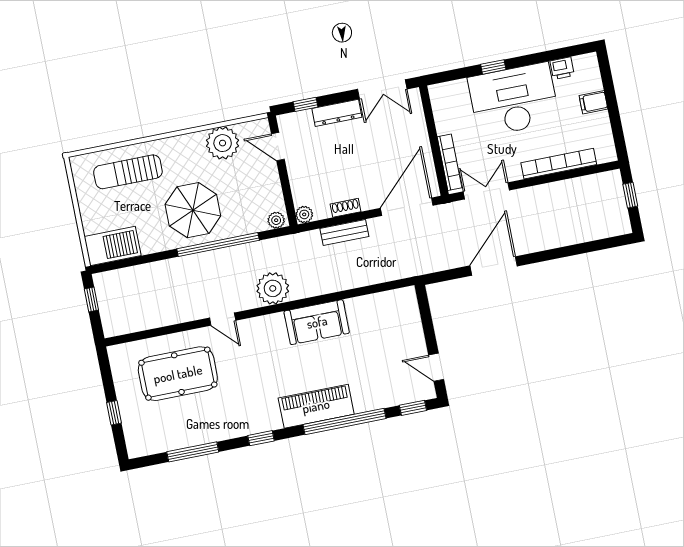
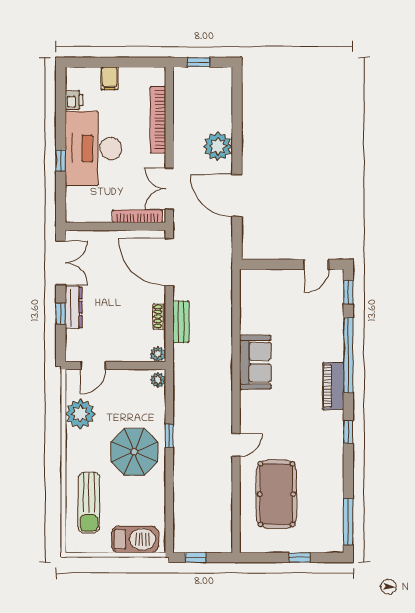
window: (305, 104) -> (61, 313), moved
window: (218, 245) -> (169, 436), width x0.32
barbecue: (113, 246) -> (135, 539), moved, turned 90
plant: (273, 288) -> (218, 146), moved
piano: (316, 406) -> (333, 386), width x0.73, depth x0.75
window: (193, 452) -> (348, 522), moved

